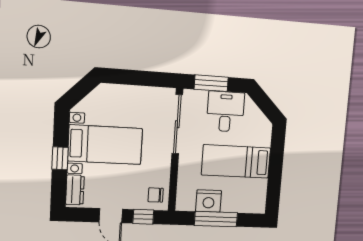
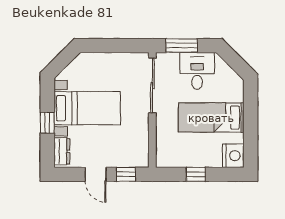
chair: (156, 195) -> (136, 153), removed
nightstand: (209, 201) -> (233, 156), moved, turned -90
window: (216, 219) -> (196, 174), width x0.46

